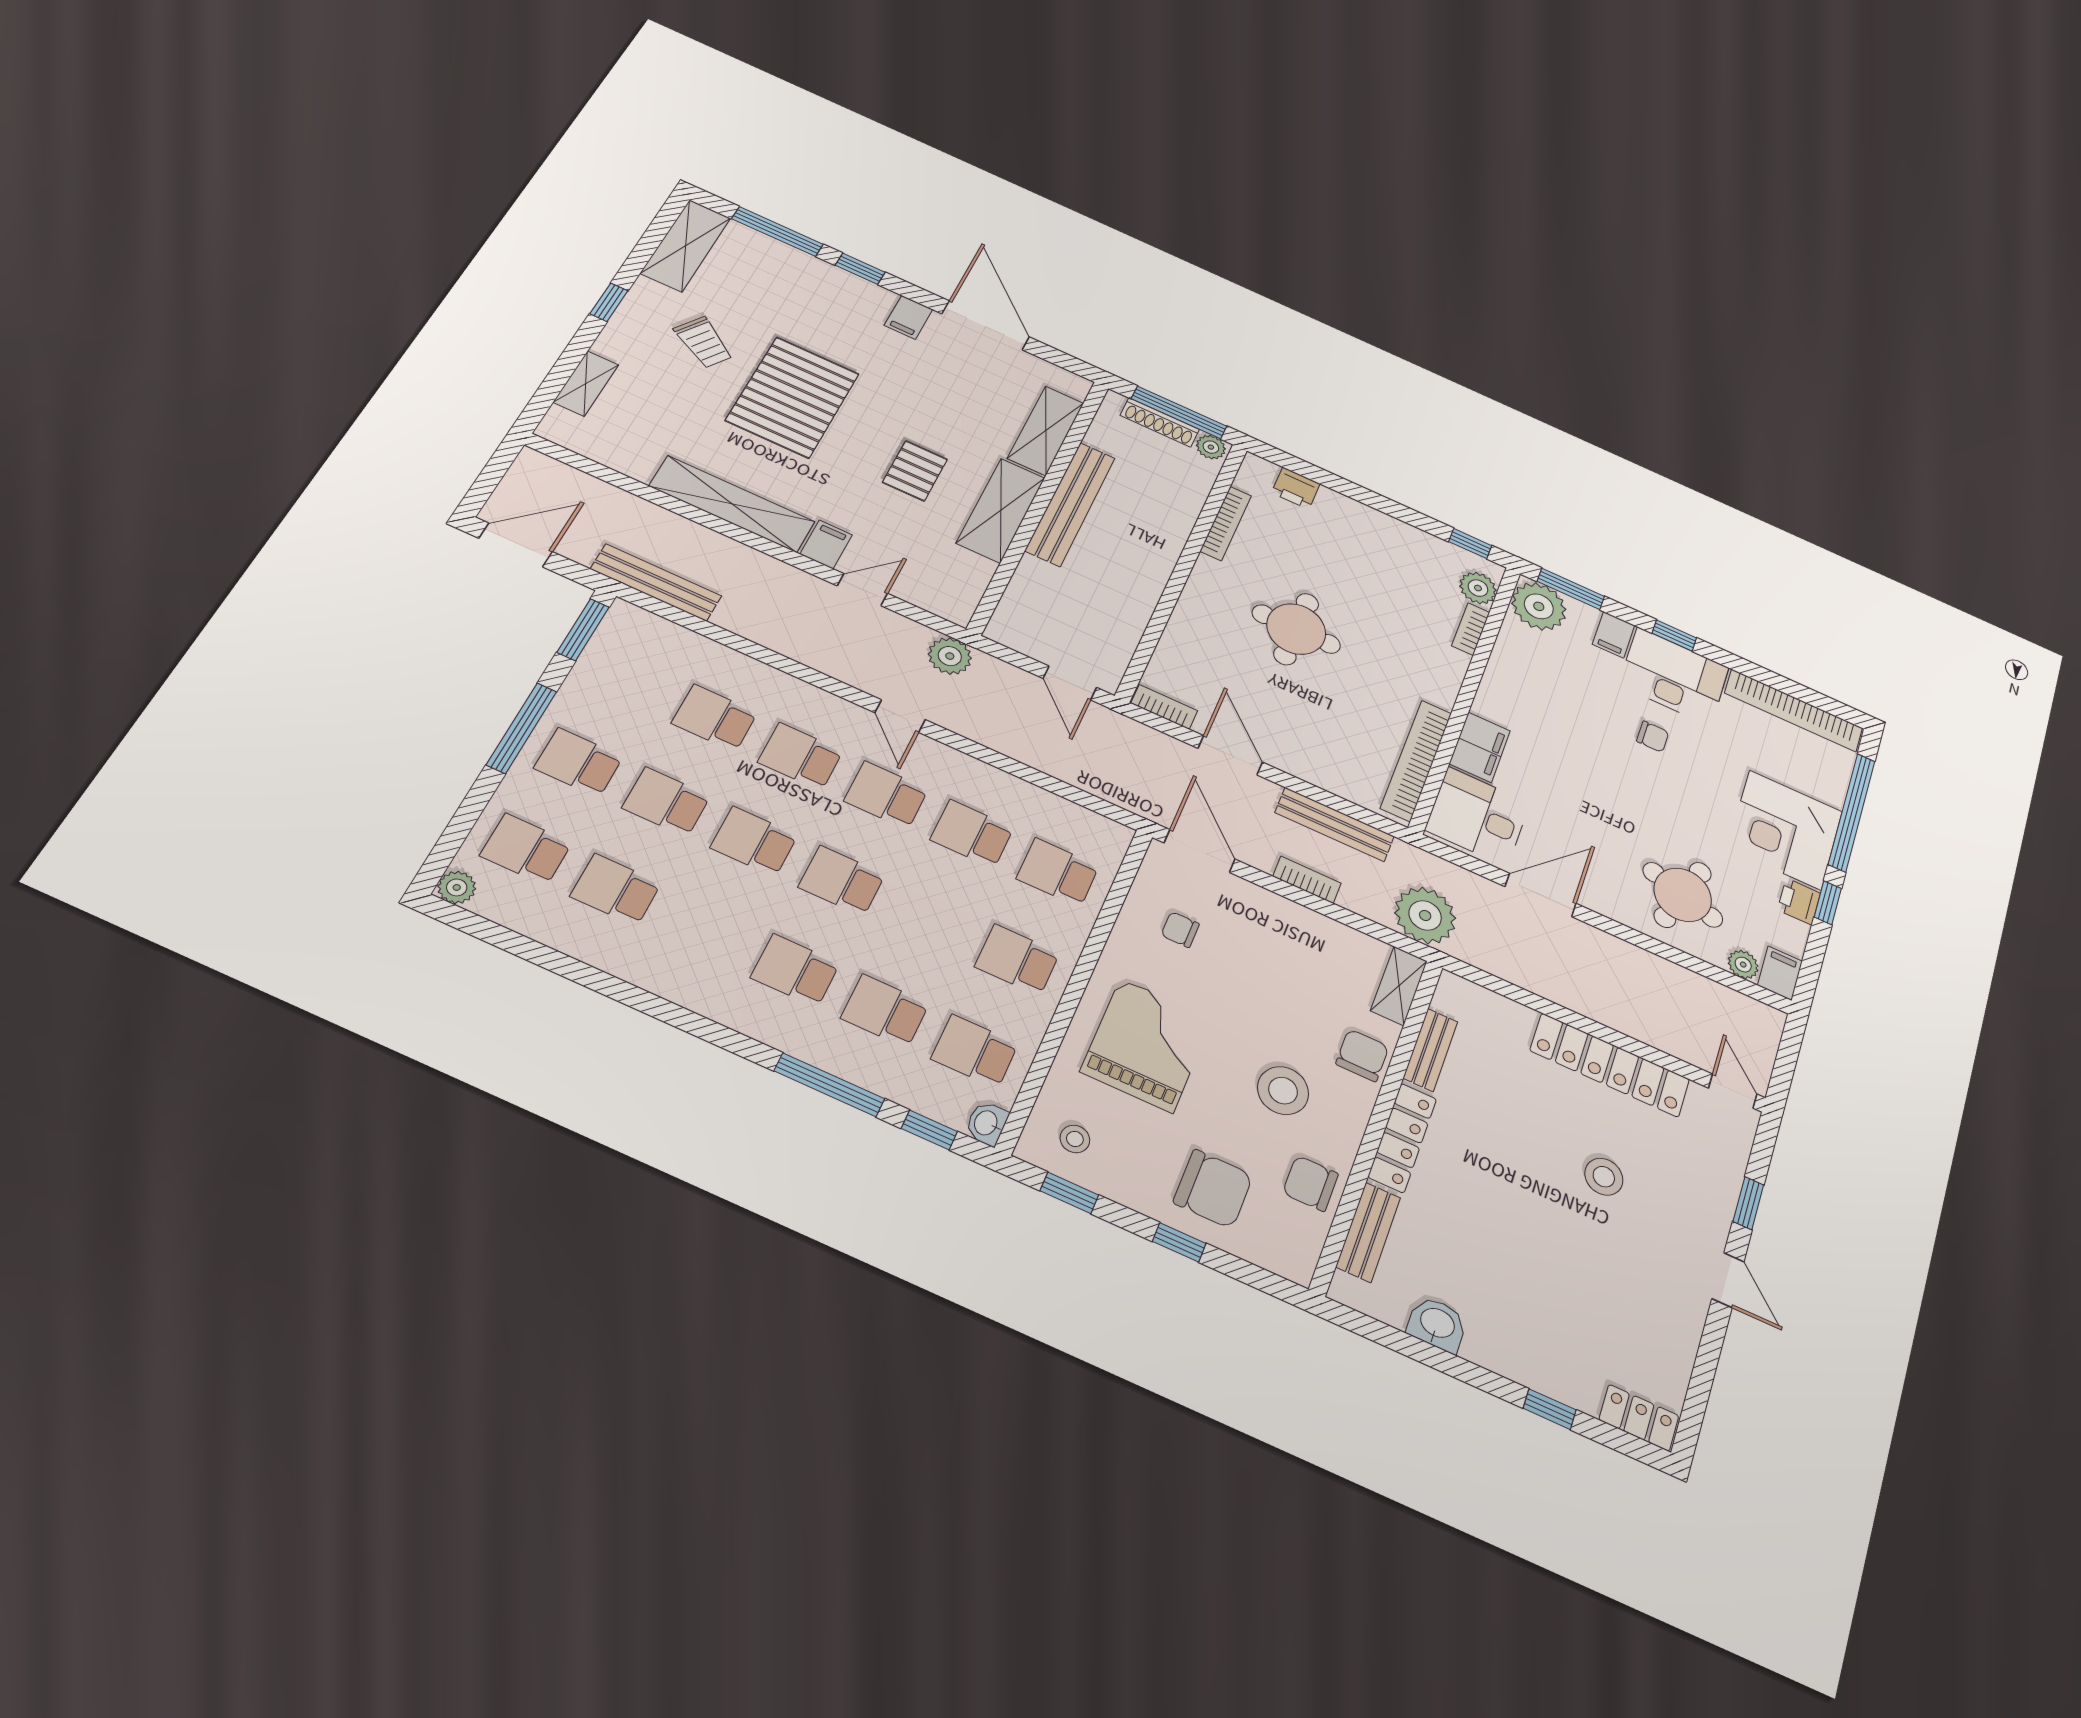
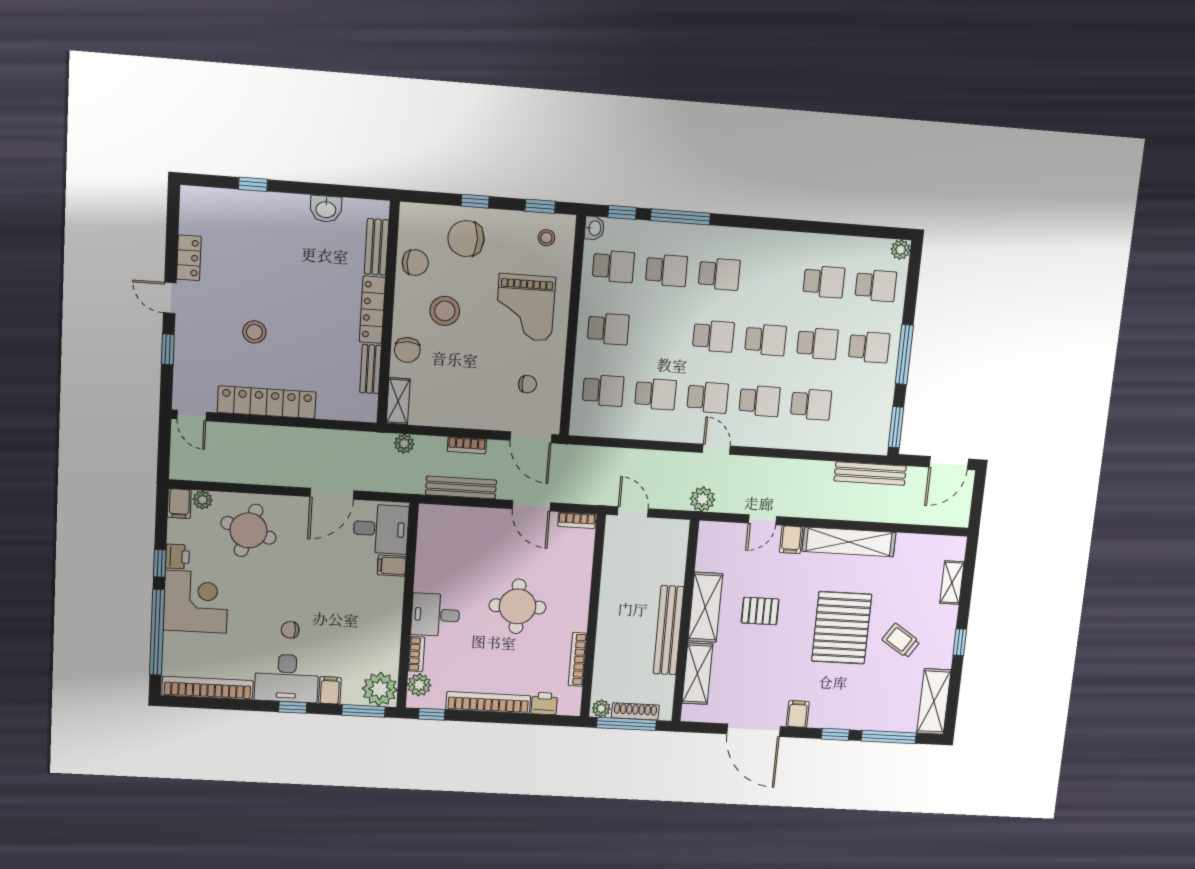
pallet: (915, 471) -> (760, 611), turned 90
desk: (1427, 668) -> (435, 615), added
filing cabinet: (1480, 747) -> (392, 566), width x0.50
bookcase: (1416, 760) -> (488, 703), moved, turned -90
plant: (1425, 915) -> (404, 444), width x0.53, depth x0.53
locker: (1639, 1418) -> (189, 258), moved, turned -90

